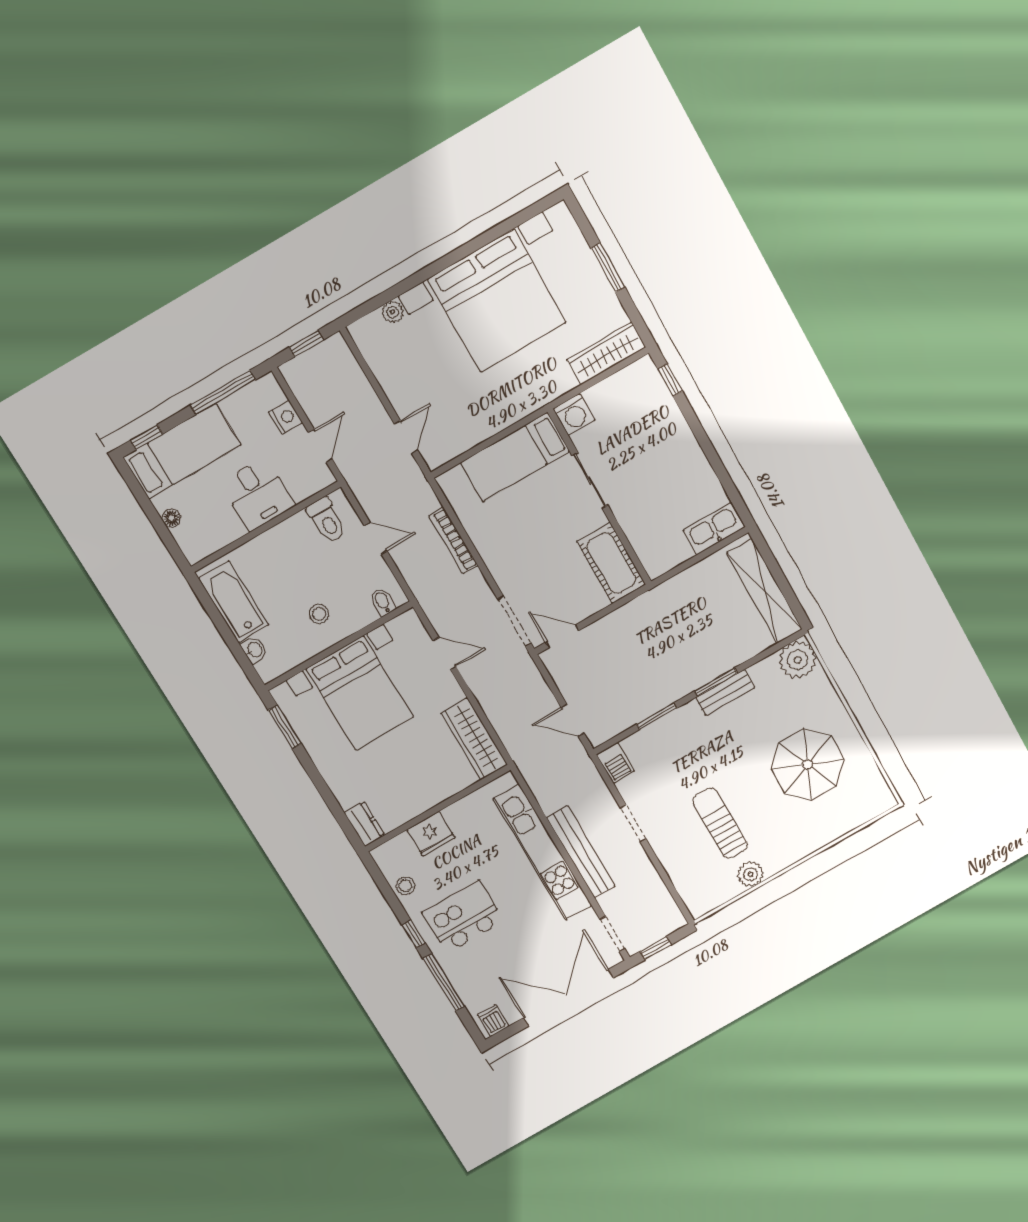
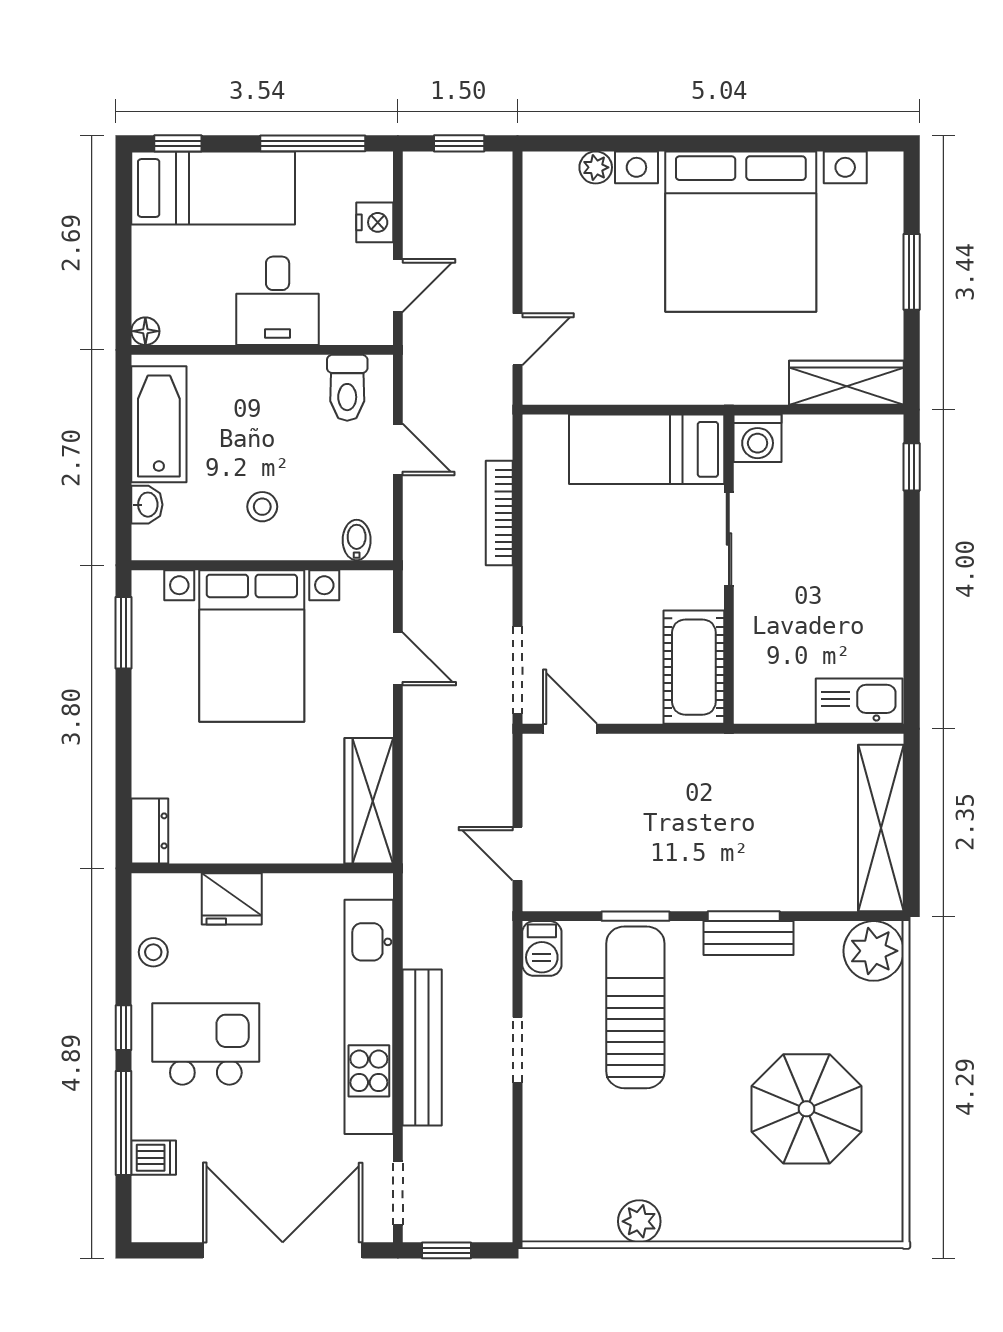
floor lamp: (171, 518) -> (145, 331), moved
sun lounger: (720, 823) -> (635, 1007), moved, width x1.36, depth x1.34
dishwasher: (493, 1020) -> (154, 1158), moved, turned 90

